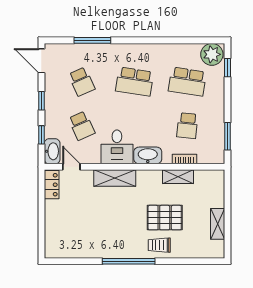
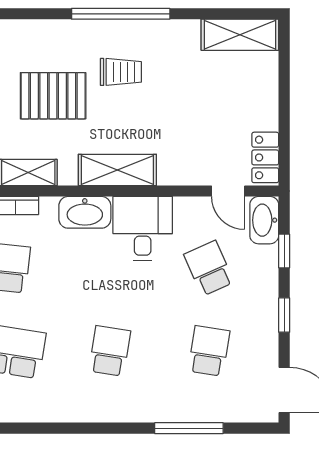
school desk: (82, 82) -> (209, 351), turned 33
school desk: (135, 82) -> (110, 351), width x0.54
shelving: (115, 178) -> (117, 170), moved
trolley: (159, 245) -> (121, 72), moved
shelving: (65, 250) -> (240, 35), added

